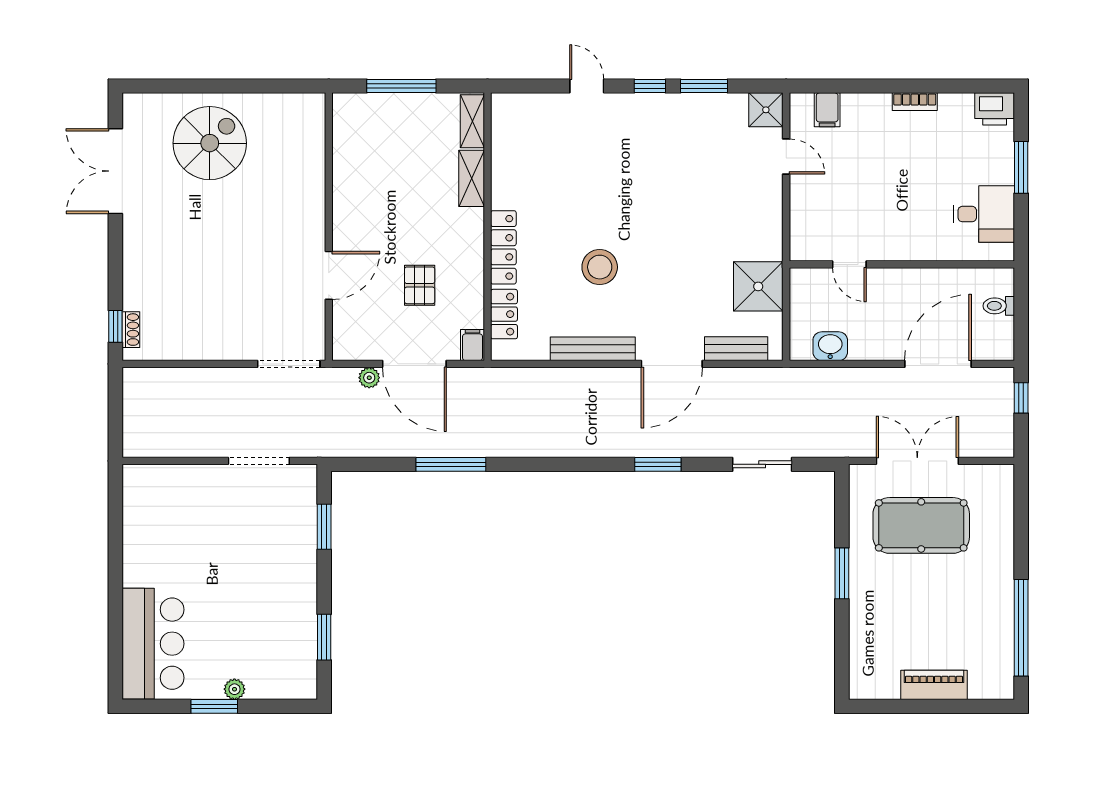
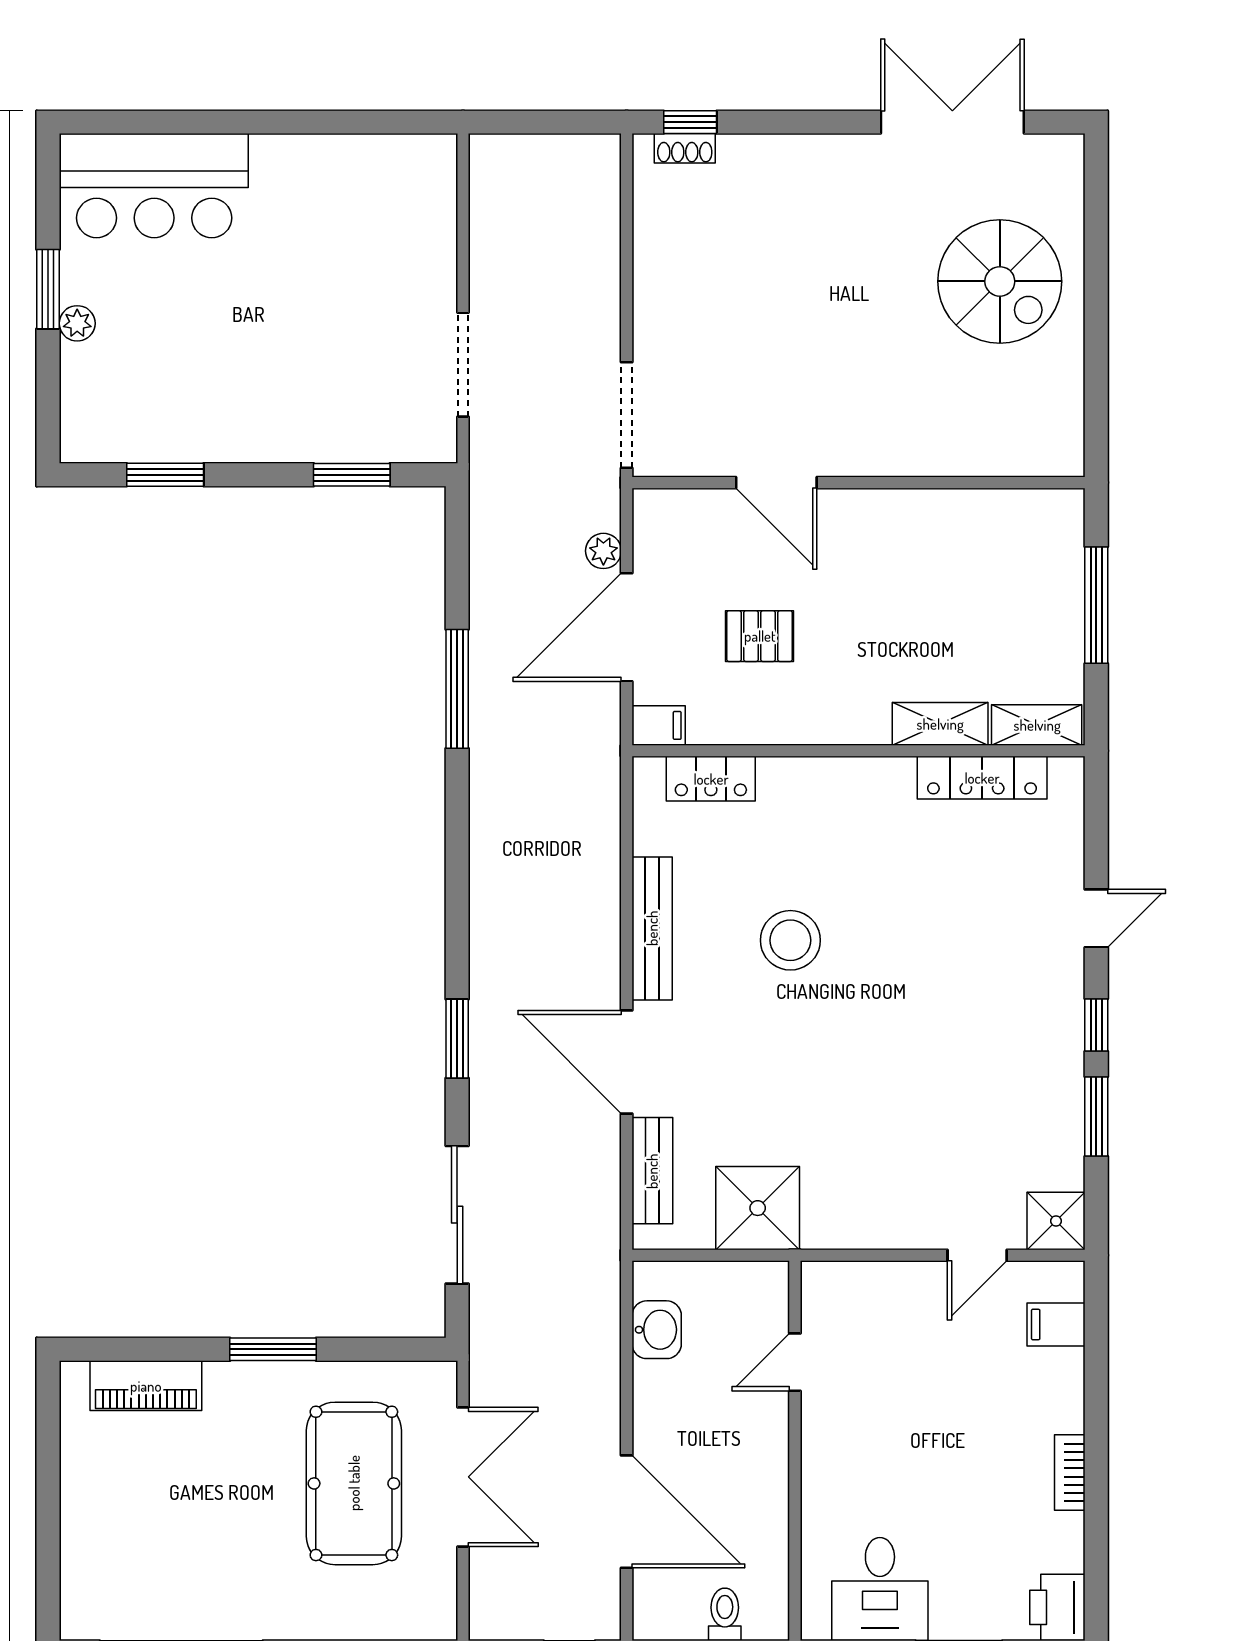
locker: (503, 247) -> (982, 778), moved
sliding door: (762, 464) -> (457, 1215), width x1.37
piano: (934, 685) -> (146, 1386), moved, turned 90

